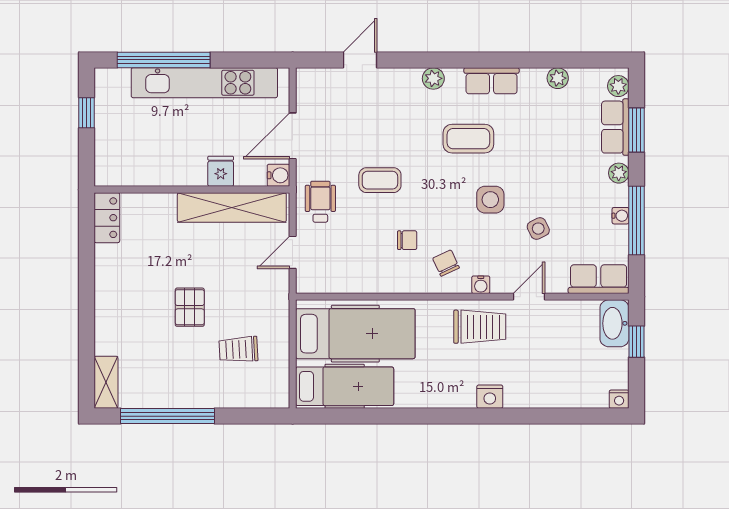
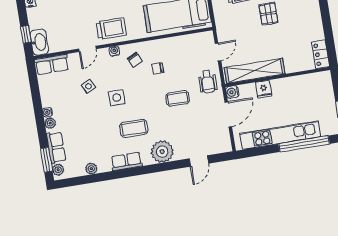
plant: (433, 78) -> (162, 152), width x1.87, depth x1.87
window: (637, 130) -> (46, 160), moved
water cooler: (621, 216) -> (47, 112), moved
window: (637, 220) -> (37, 99), removed
trolley: (480, 327) -> (111, 29), turned 180

